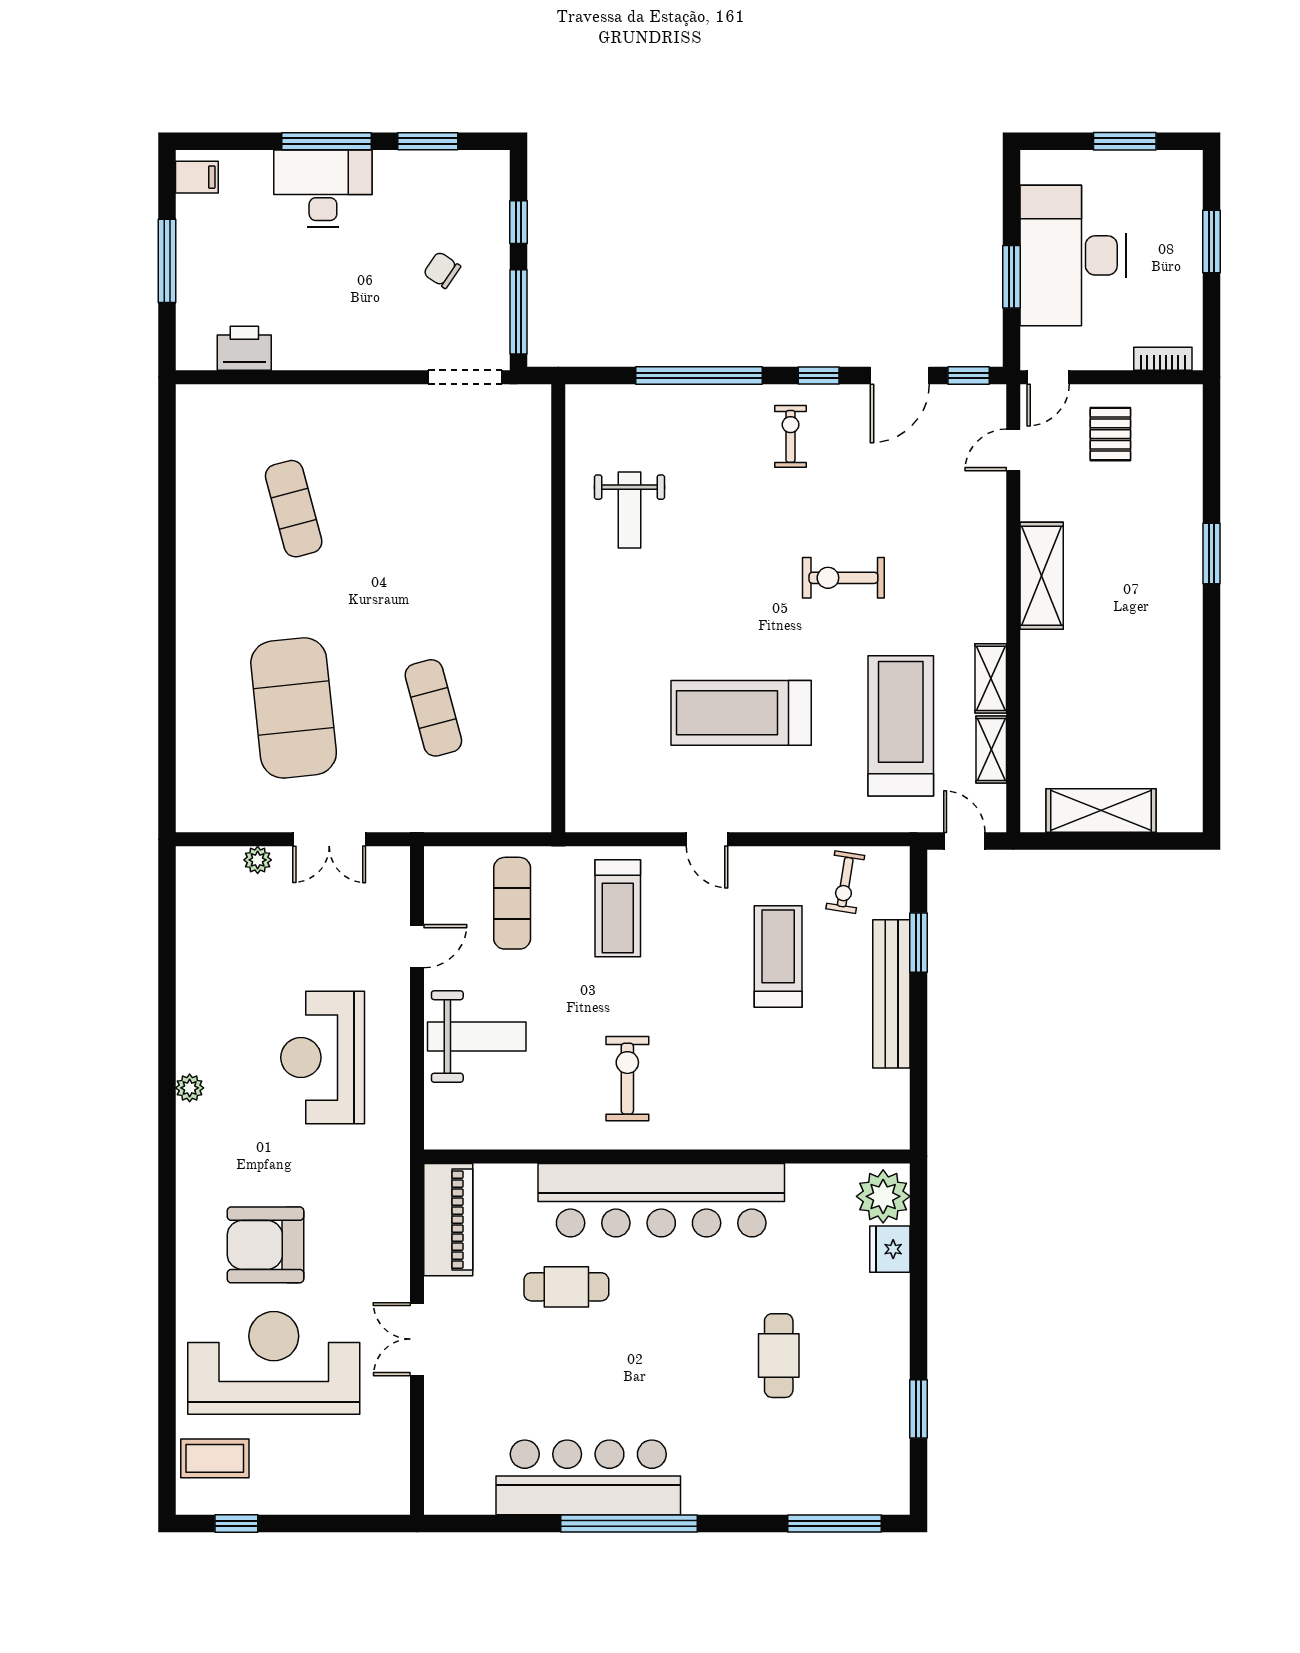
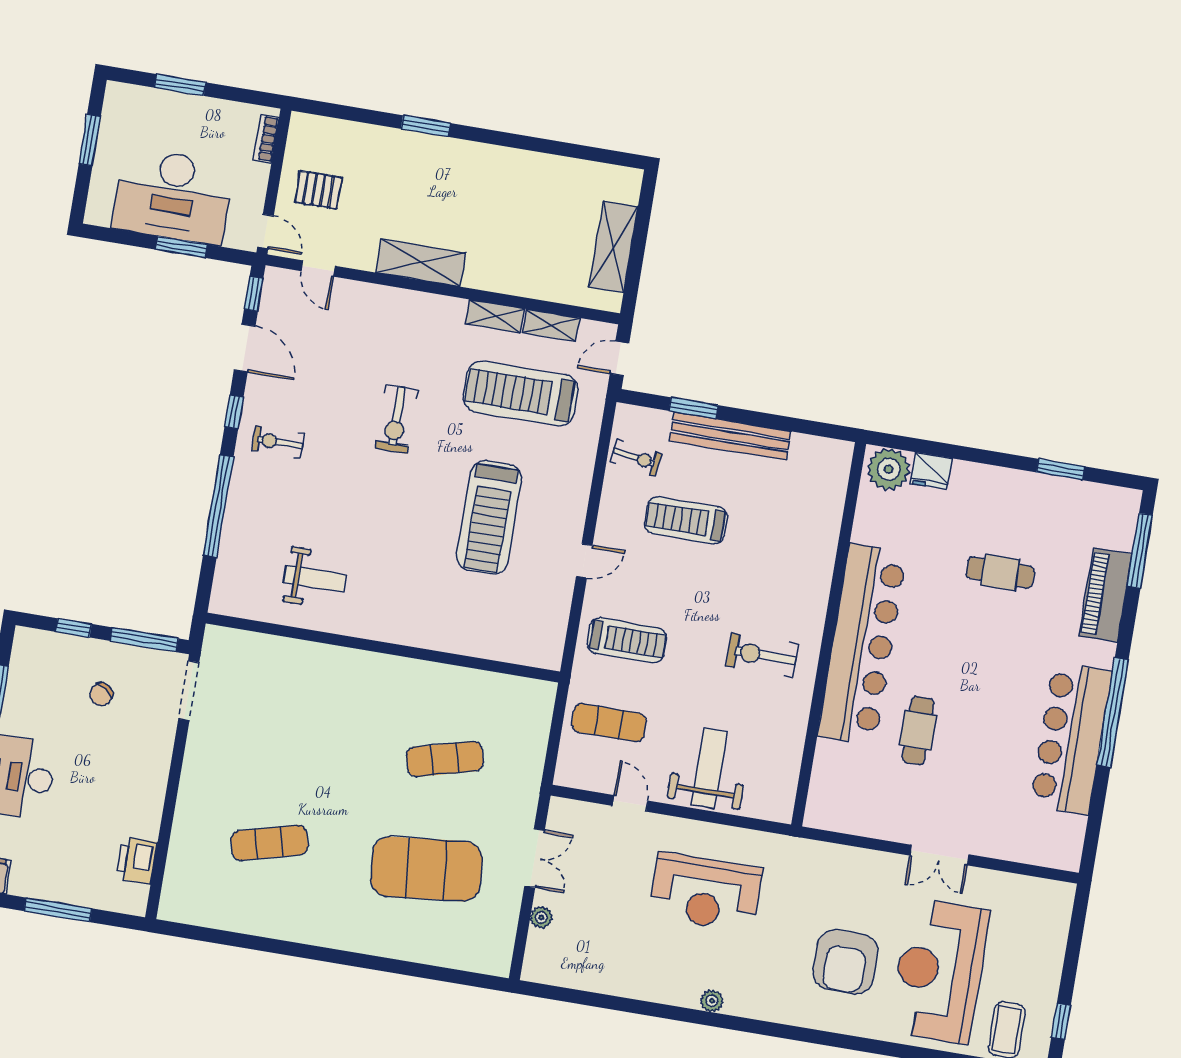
piano: (448, 1220) -> (1106, 595), moved, turned -90

